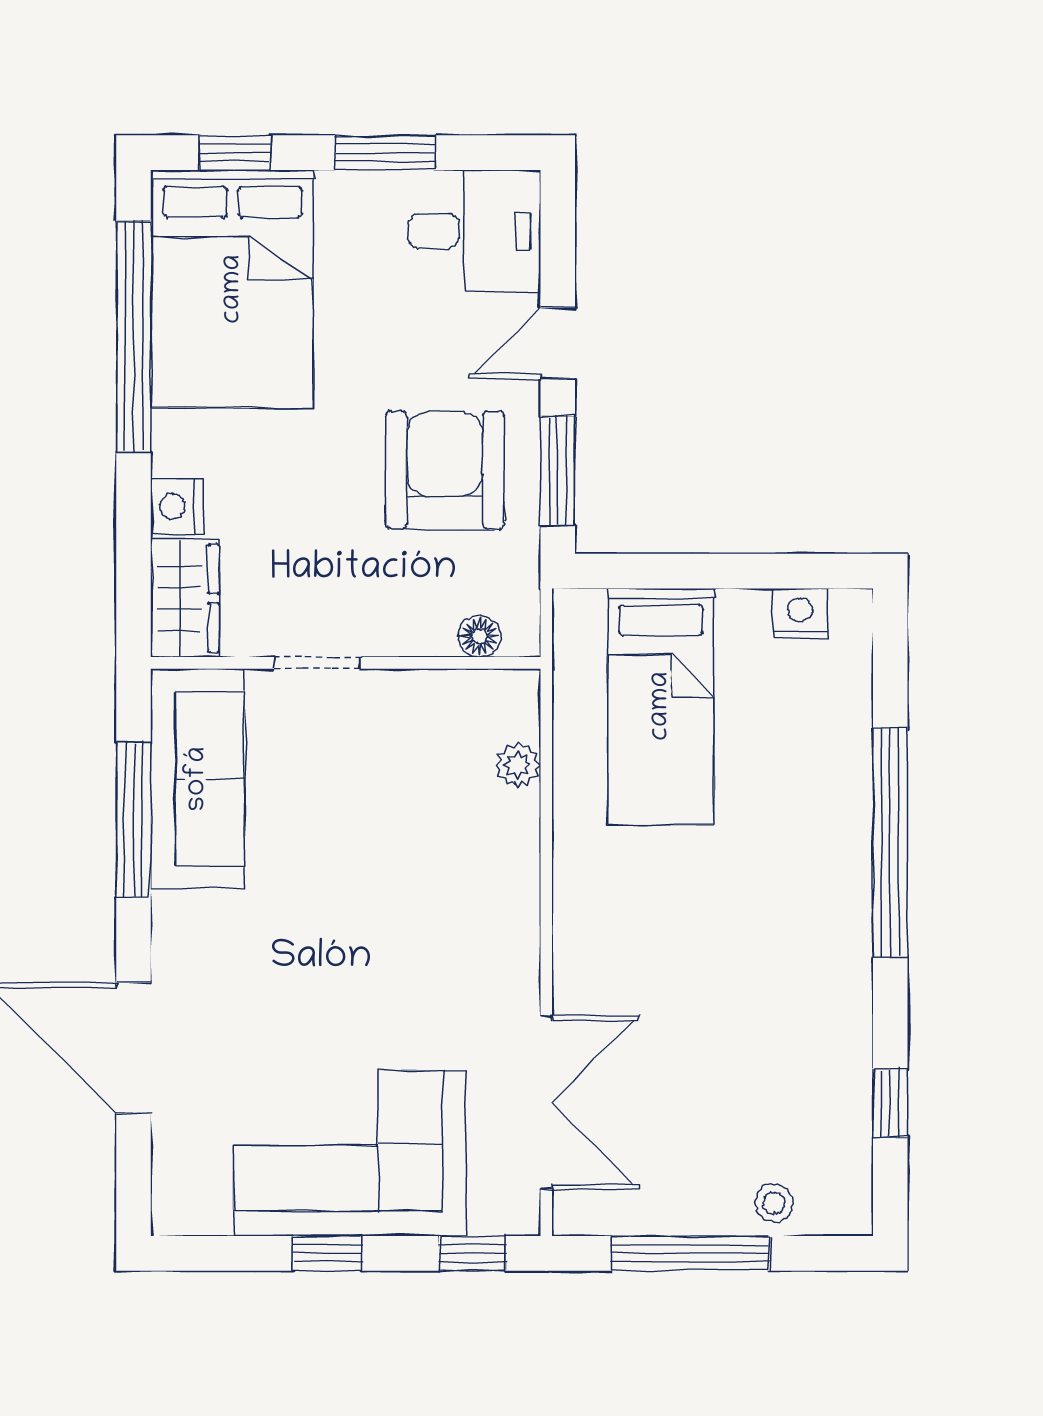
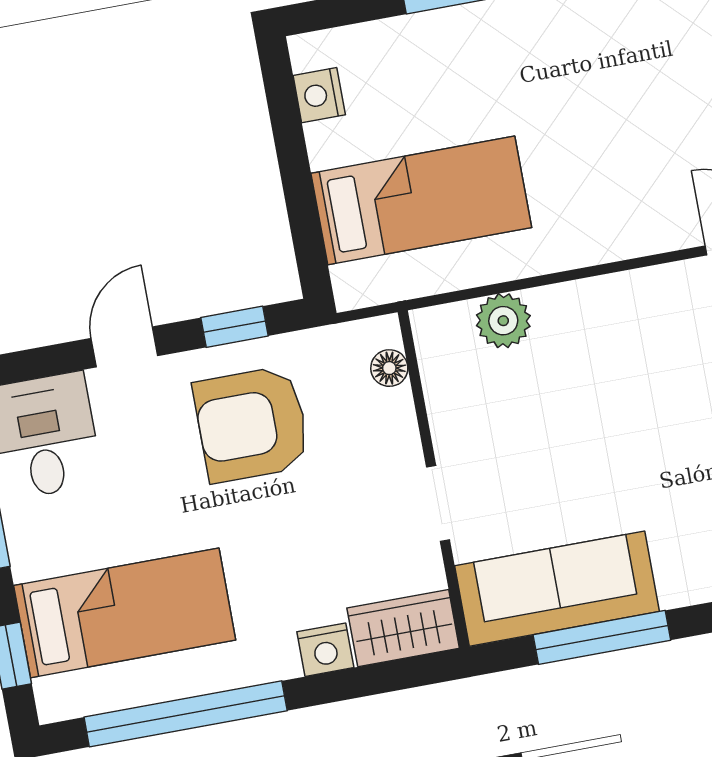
bed: (233, 289) -> (125, 613), width x0.67
door: (558, 343) -> (124, 347), swing flipped
window: (558, 471) -> (235, 327), width x0.67
plant: (518, 765) -> (503, 321), width x1.38, depth x1.38

